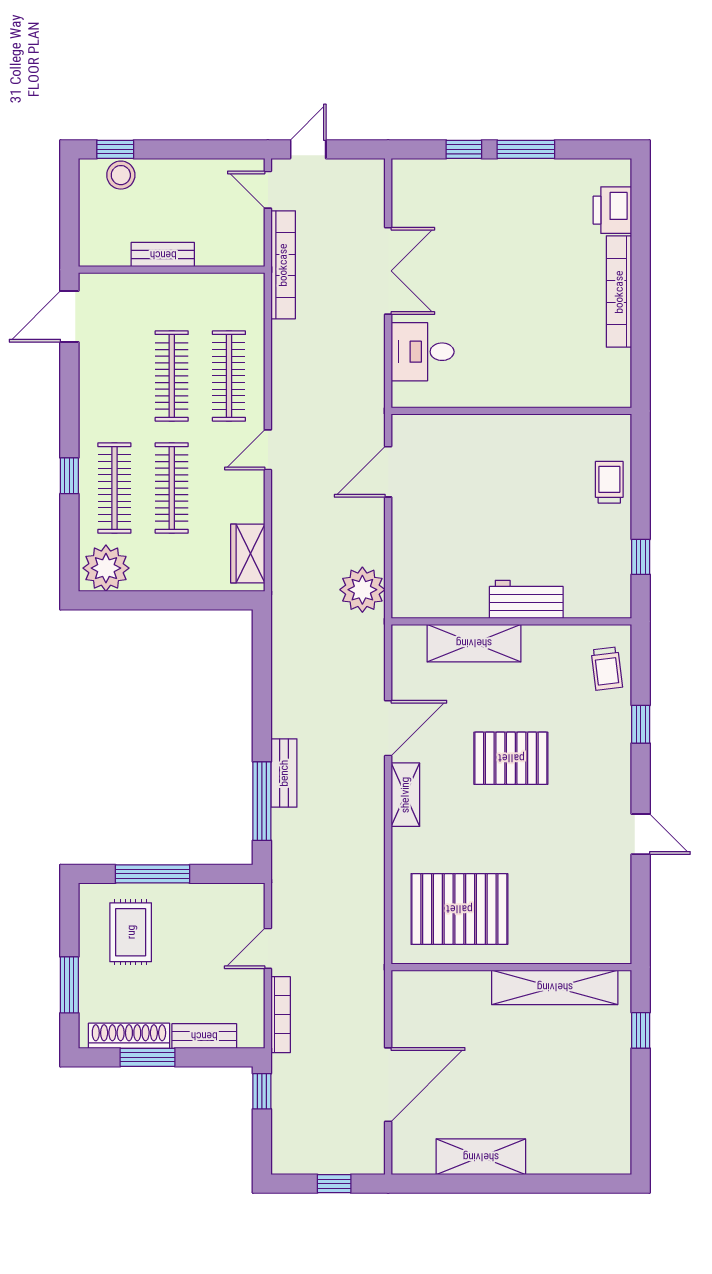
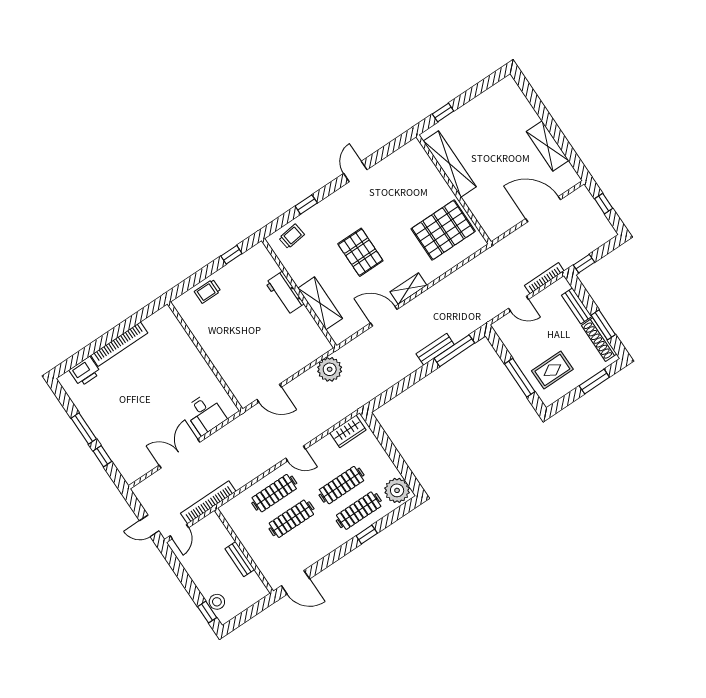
pallet: (459, 909) -> (443, 230), turned 90

